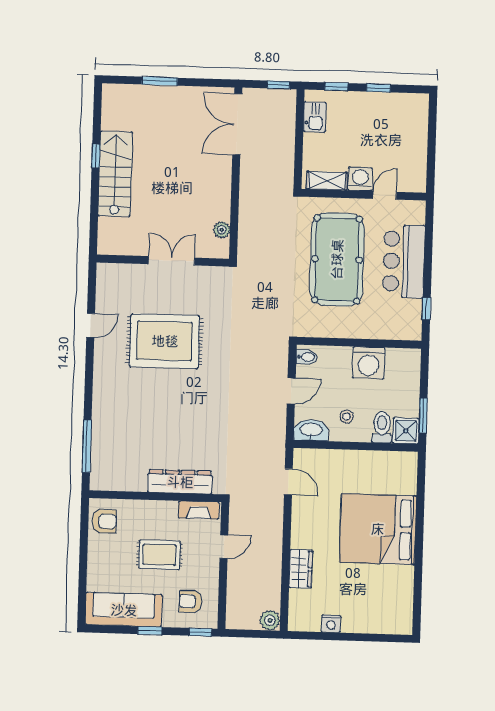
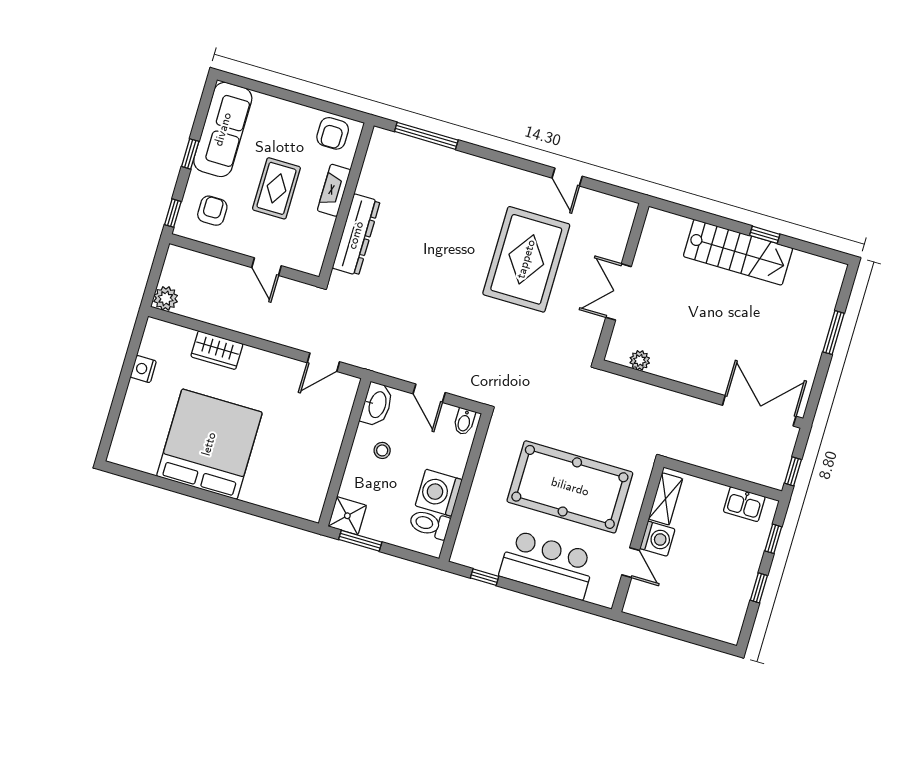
double door: (172, 261) -> (618, 292), swing flipped
toilet: (382, 427) -> (429, 524), moved, turned 180
fireplace: (199, 510) -> (334, 190), moved
bed: (378, 529) -> (209, 444), moved

